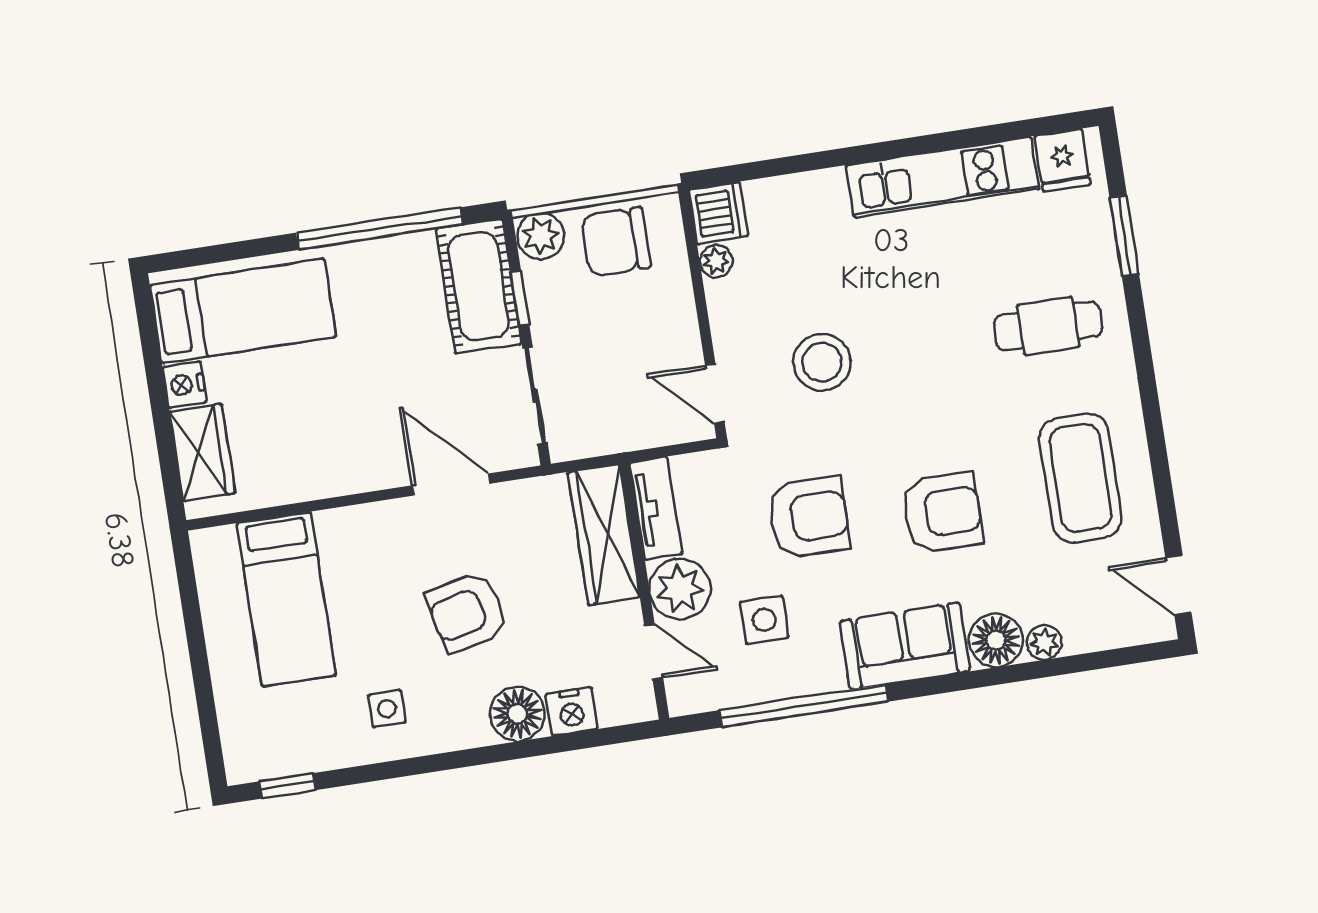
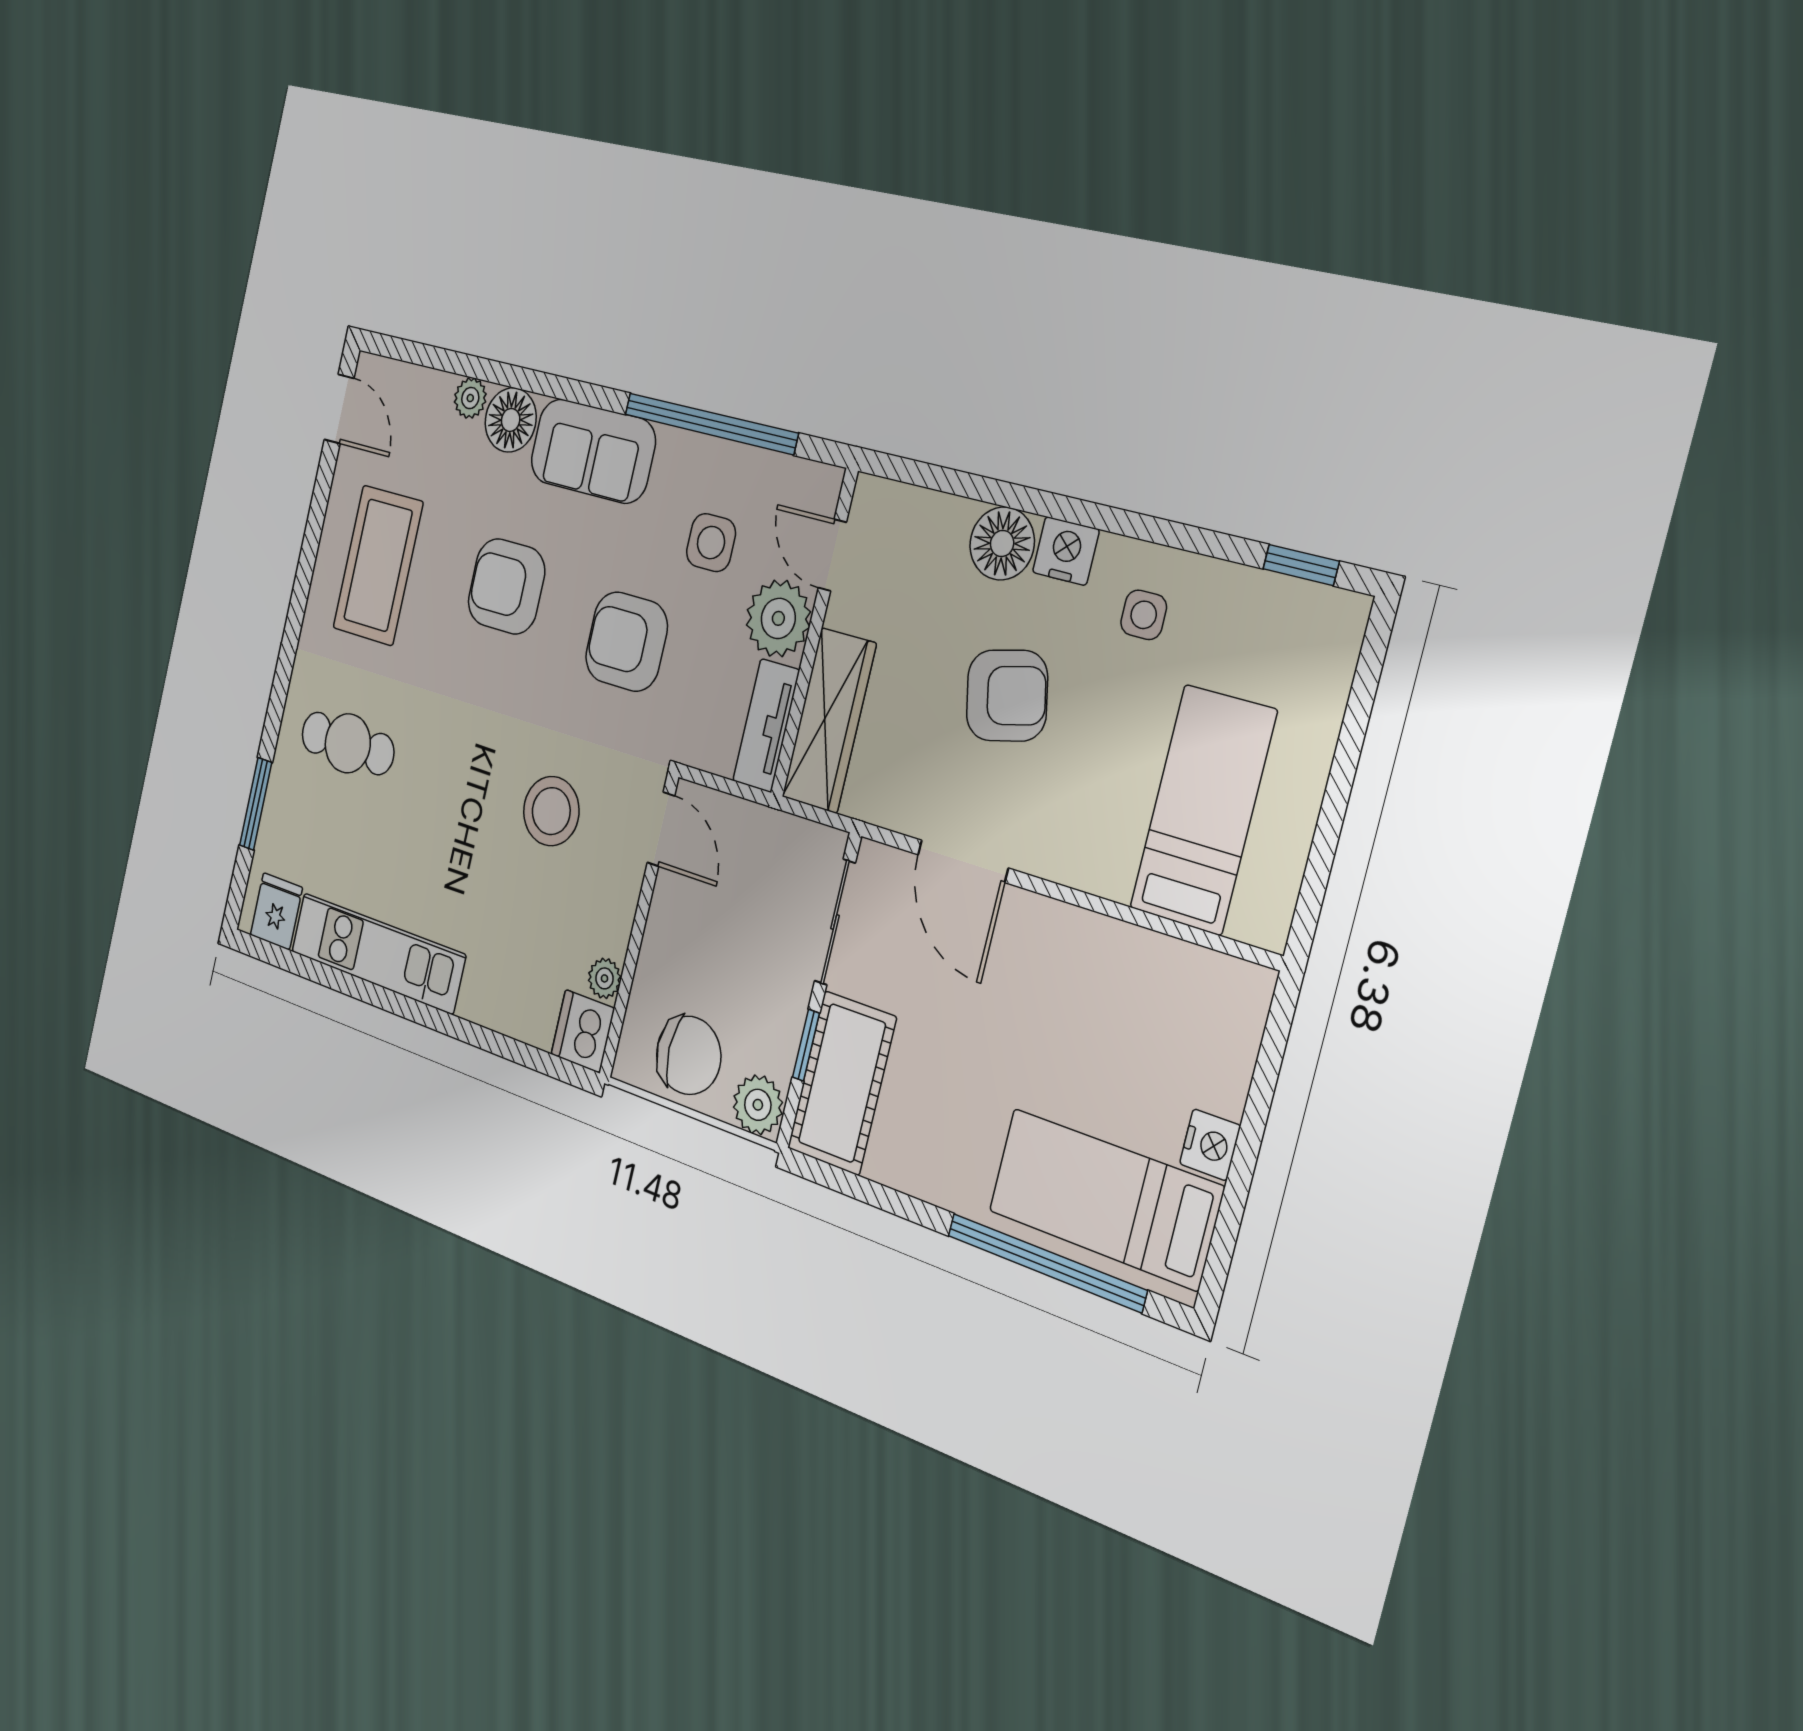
window: (380, 229) -> (1046, 1263), moved
wardrobe: (202, 452) -> (1225, 1048), removed
nightstand: (572, 711) -> (1066, 551), moved

